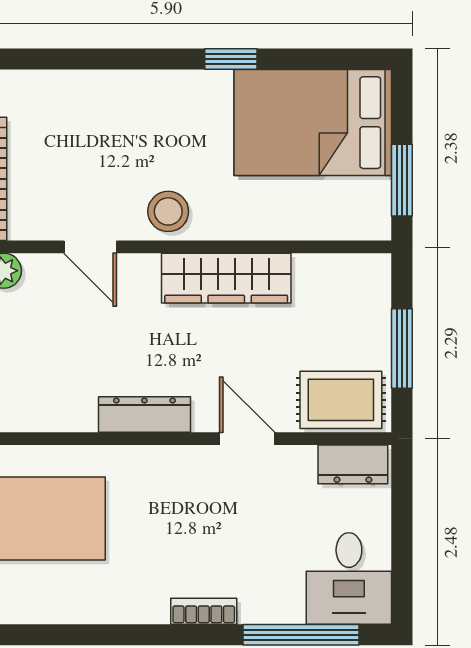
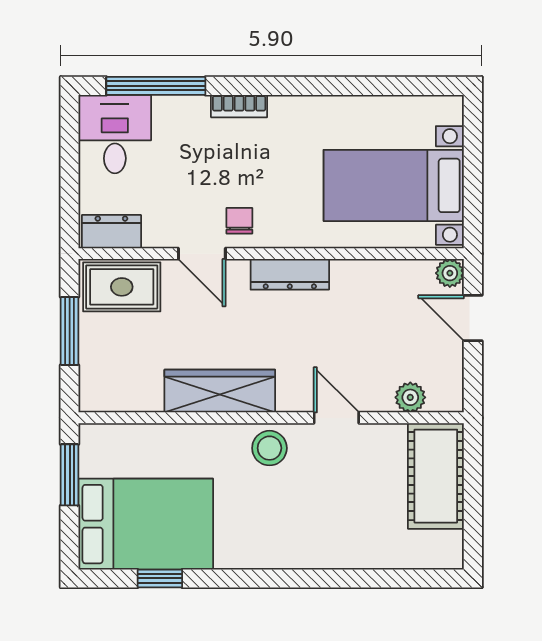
window: (231, 59) -> (160, 578), moved
chair: (203, 477) -> (239, 221), added

